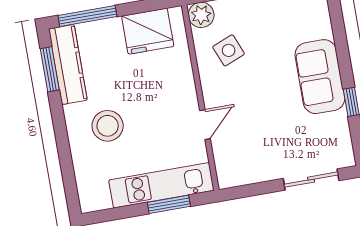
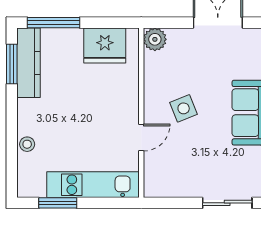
side table: (229, 50) -> (184, 108), moved
stool: (108, 126) -> (27, 144), moved, width x0.53, depth x0.53
window: (169, 204) -> (58, 203), moved

